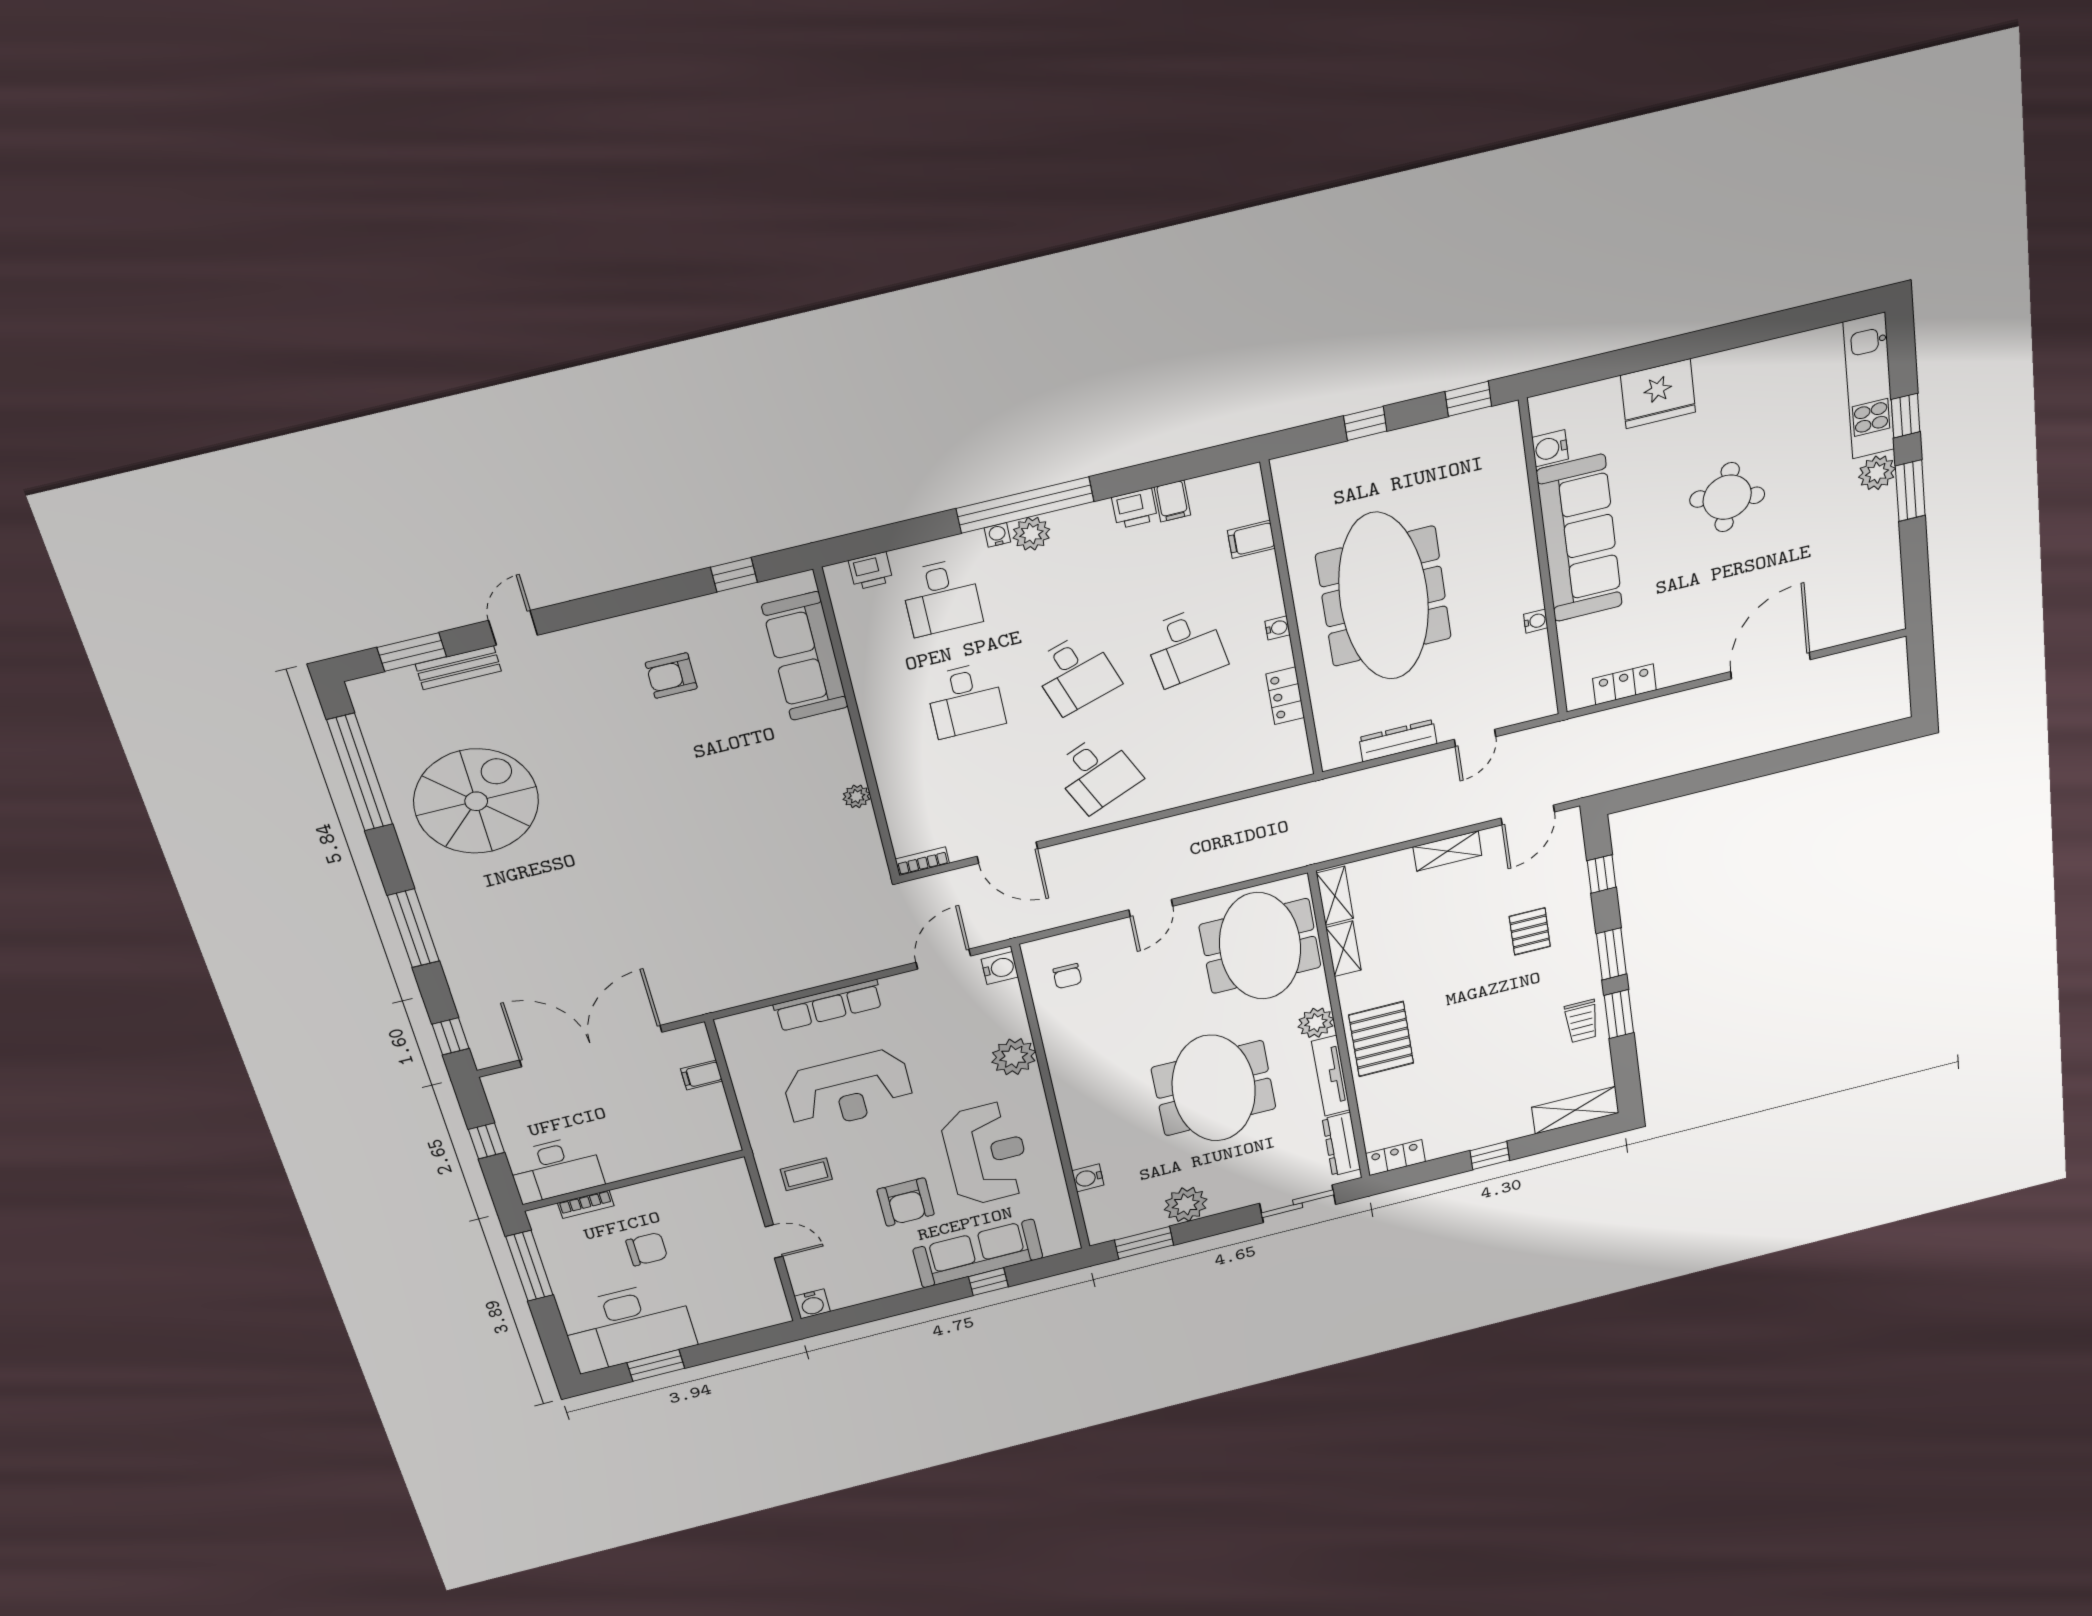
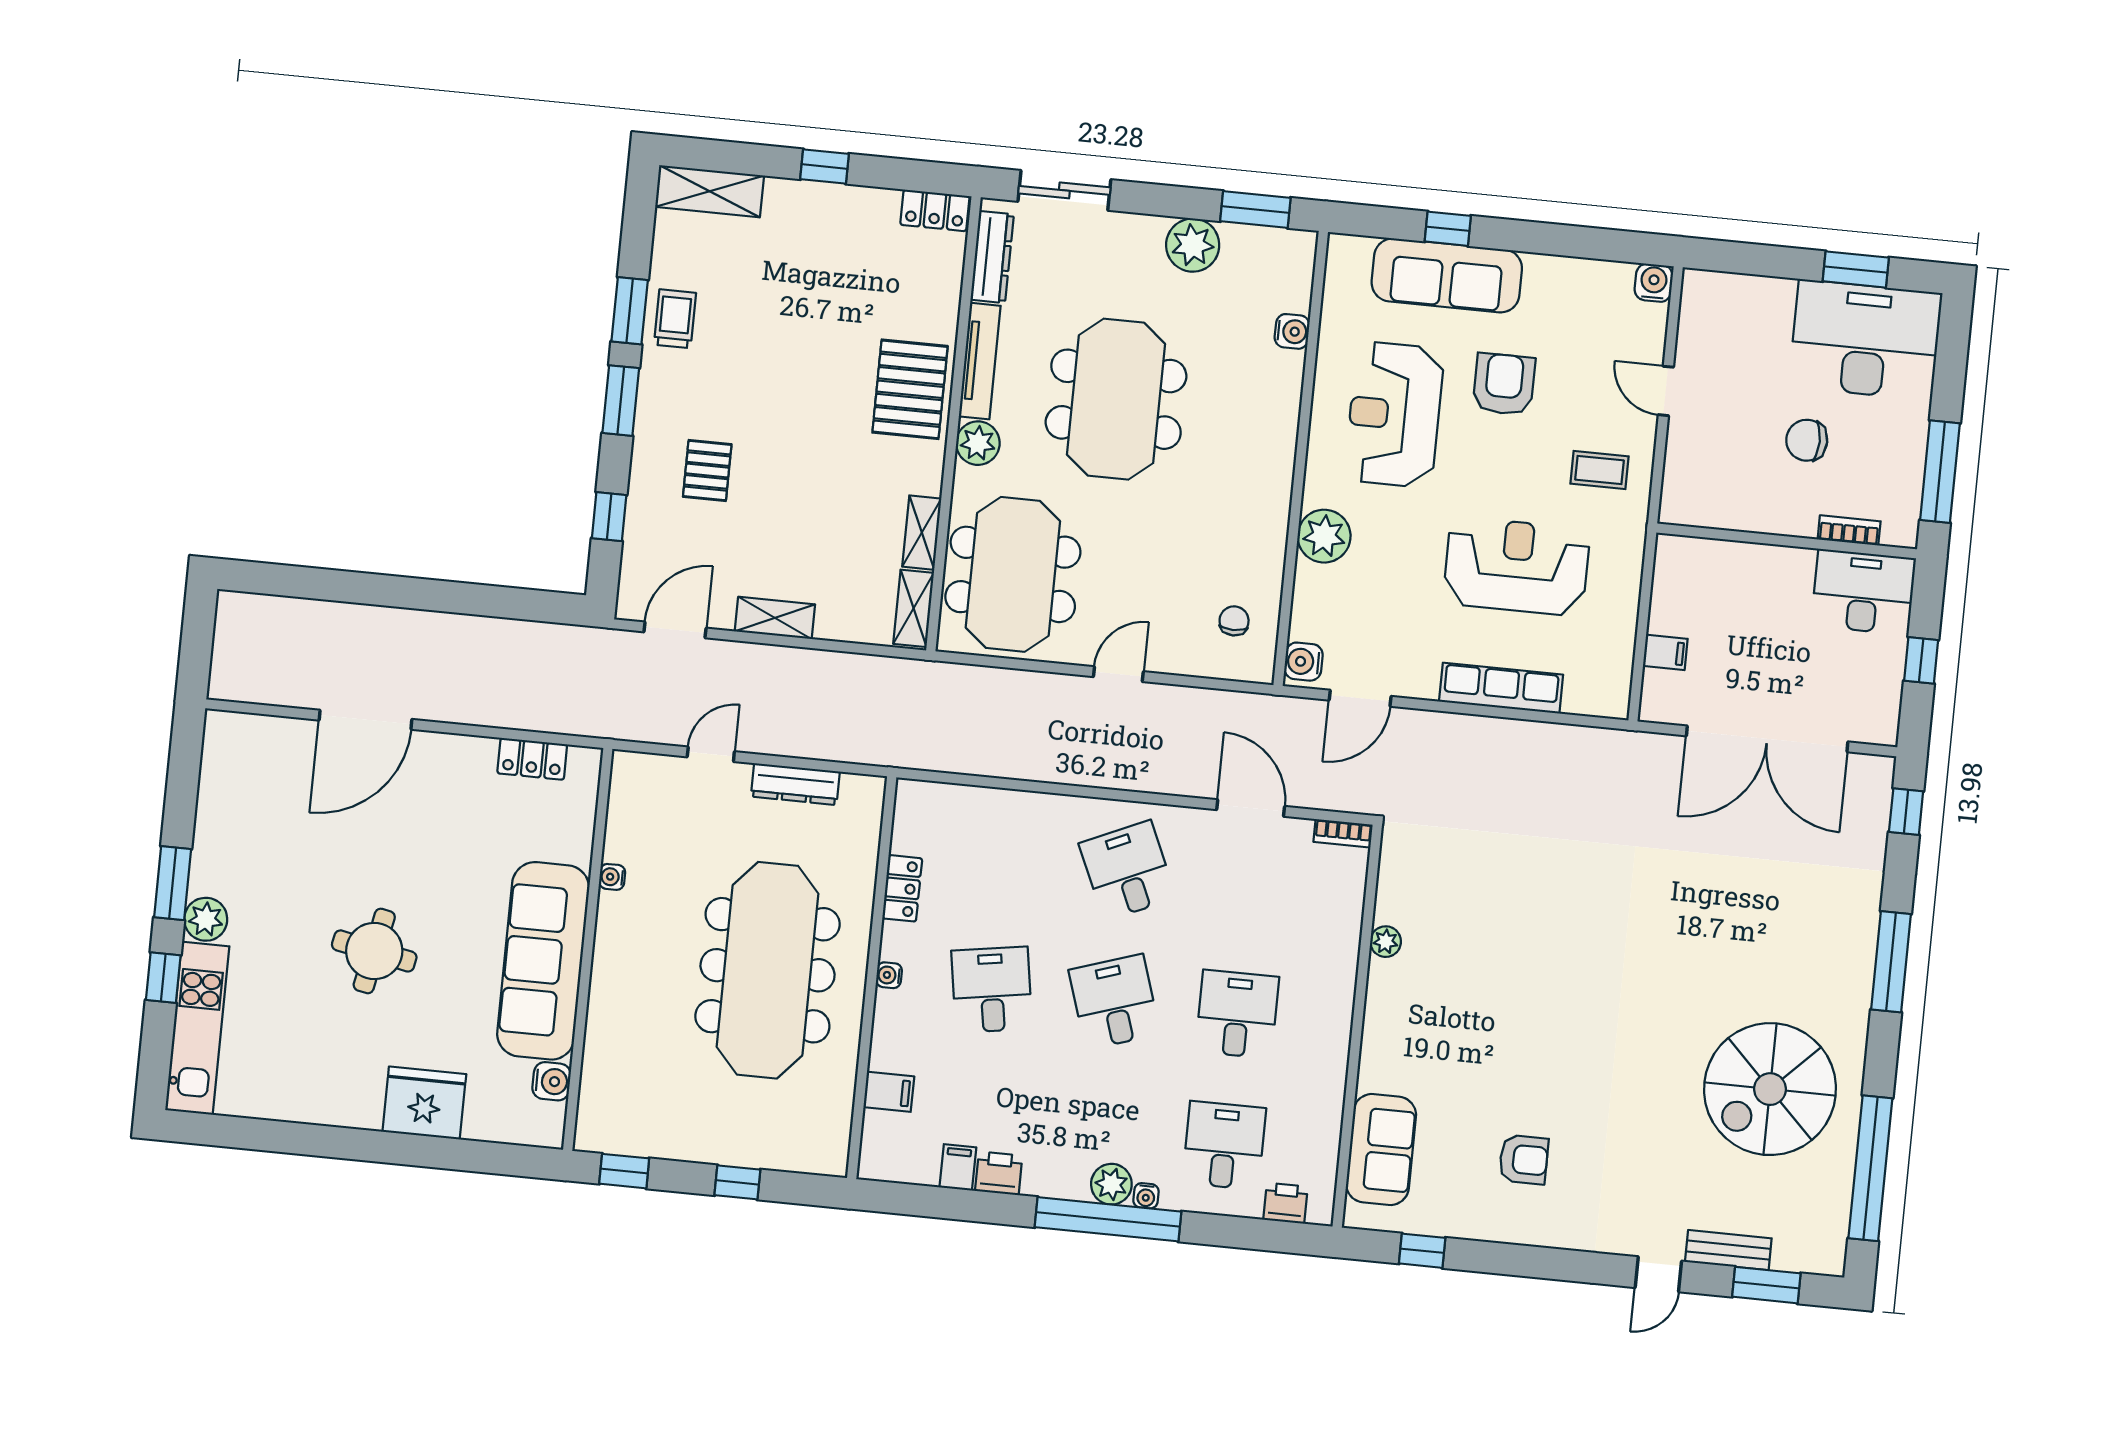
sofa: (805, 656) -> (1381, 1150), width x0.73

